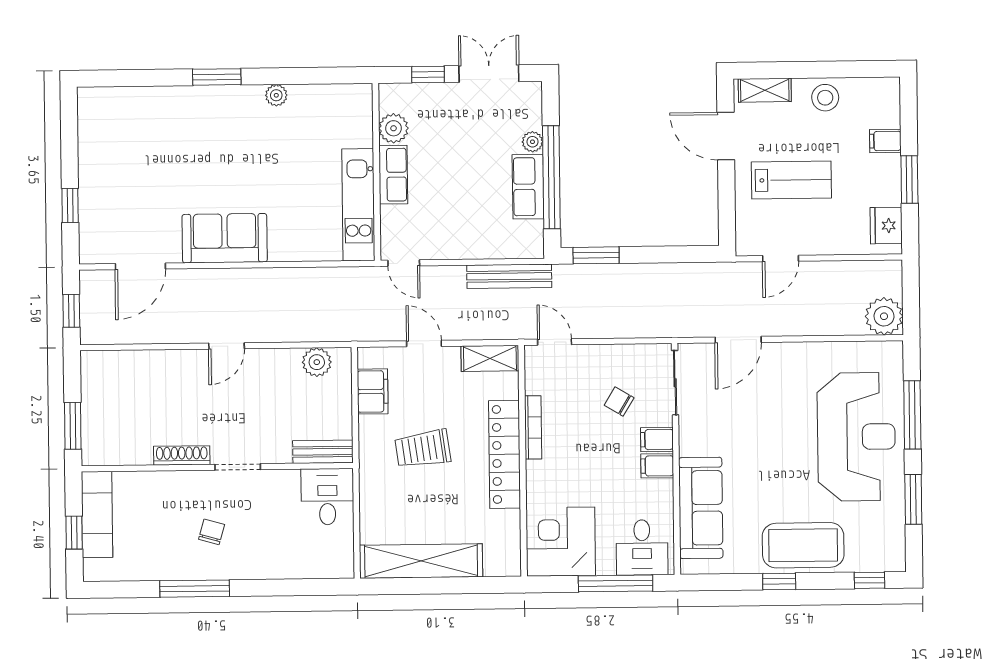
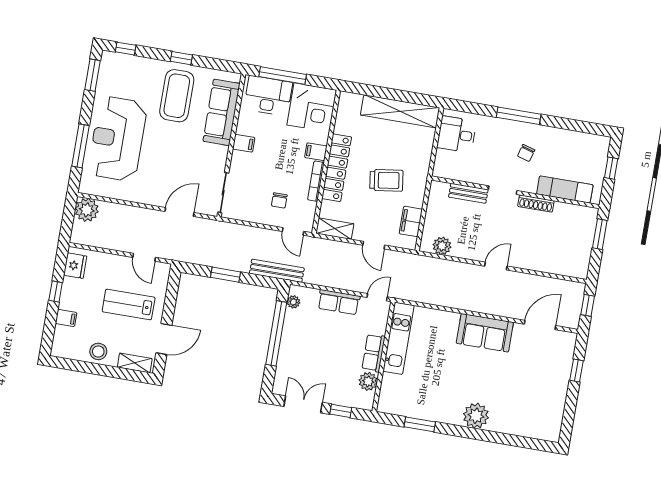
double door: (489, 74) -> (303, 404), swing flipped
window: (217, 77) -> (420, 424), moved
plant: (276, 95) -> (476, 416), moved, width x1.88, depth x1.88
door: (726, 136) -> (164, 339), hinge flipped
plant: (532, 142) -> (293, 302), moved
window: (909, 179) -> (56, 291), width x0.67
row of seats: (528, 187) -> (339, 302), moved, turned 90
window: (596, 255) -> (226, 275), moved
door: (781, 258) -> (144, 257), swing flipped
door: (404, 263) -> (377, 297), hinge flipped
bench: (509, 276) -> (277, 271), moved
chair: (619, 401) -> (279, 200), moved, turned 59
filing cabinet: (657, 439) -> (316, 152), moved, turned 180
bench: (323, 452) -> (468, 193), moved
desk: (327, 497) -> (457, 134), moved, turned 90
window: (913, 499) -> (93, 75), moved
exam couch: (97, 514) -> (565, 189), moved, turned 90
coffee table: (803, 545) -> (177, 96), moved, turned 90
desk: (642, 547) -> (268, 96), width x1.37
window: (195, 589) -> (519, 116), moved

